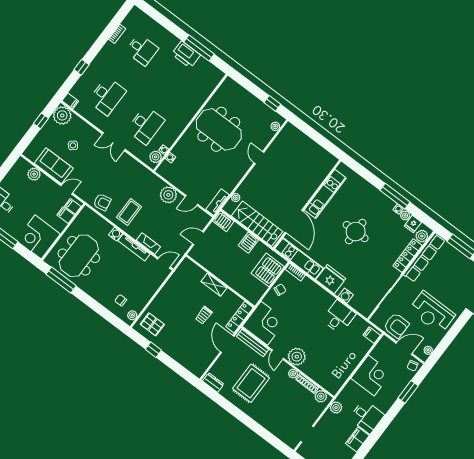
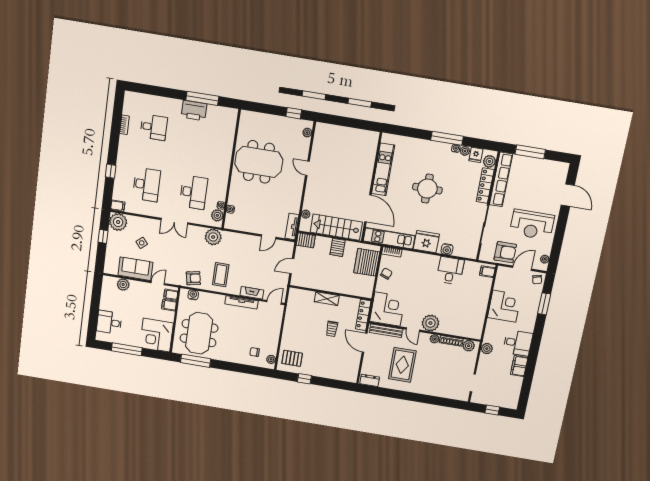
plant: (168, 195) -> (213, 237), moved
water cooler: (116, 234) -> (193, 295), moved

